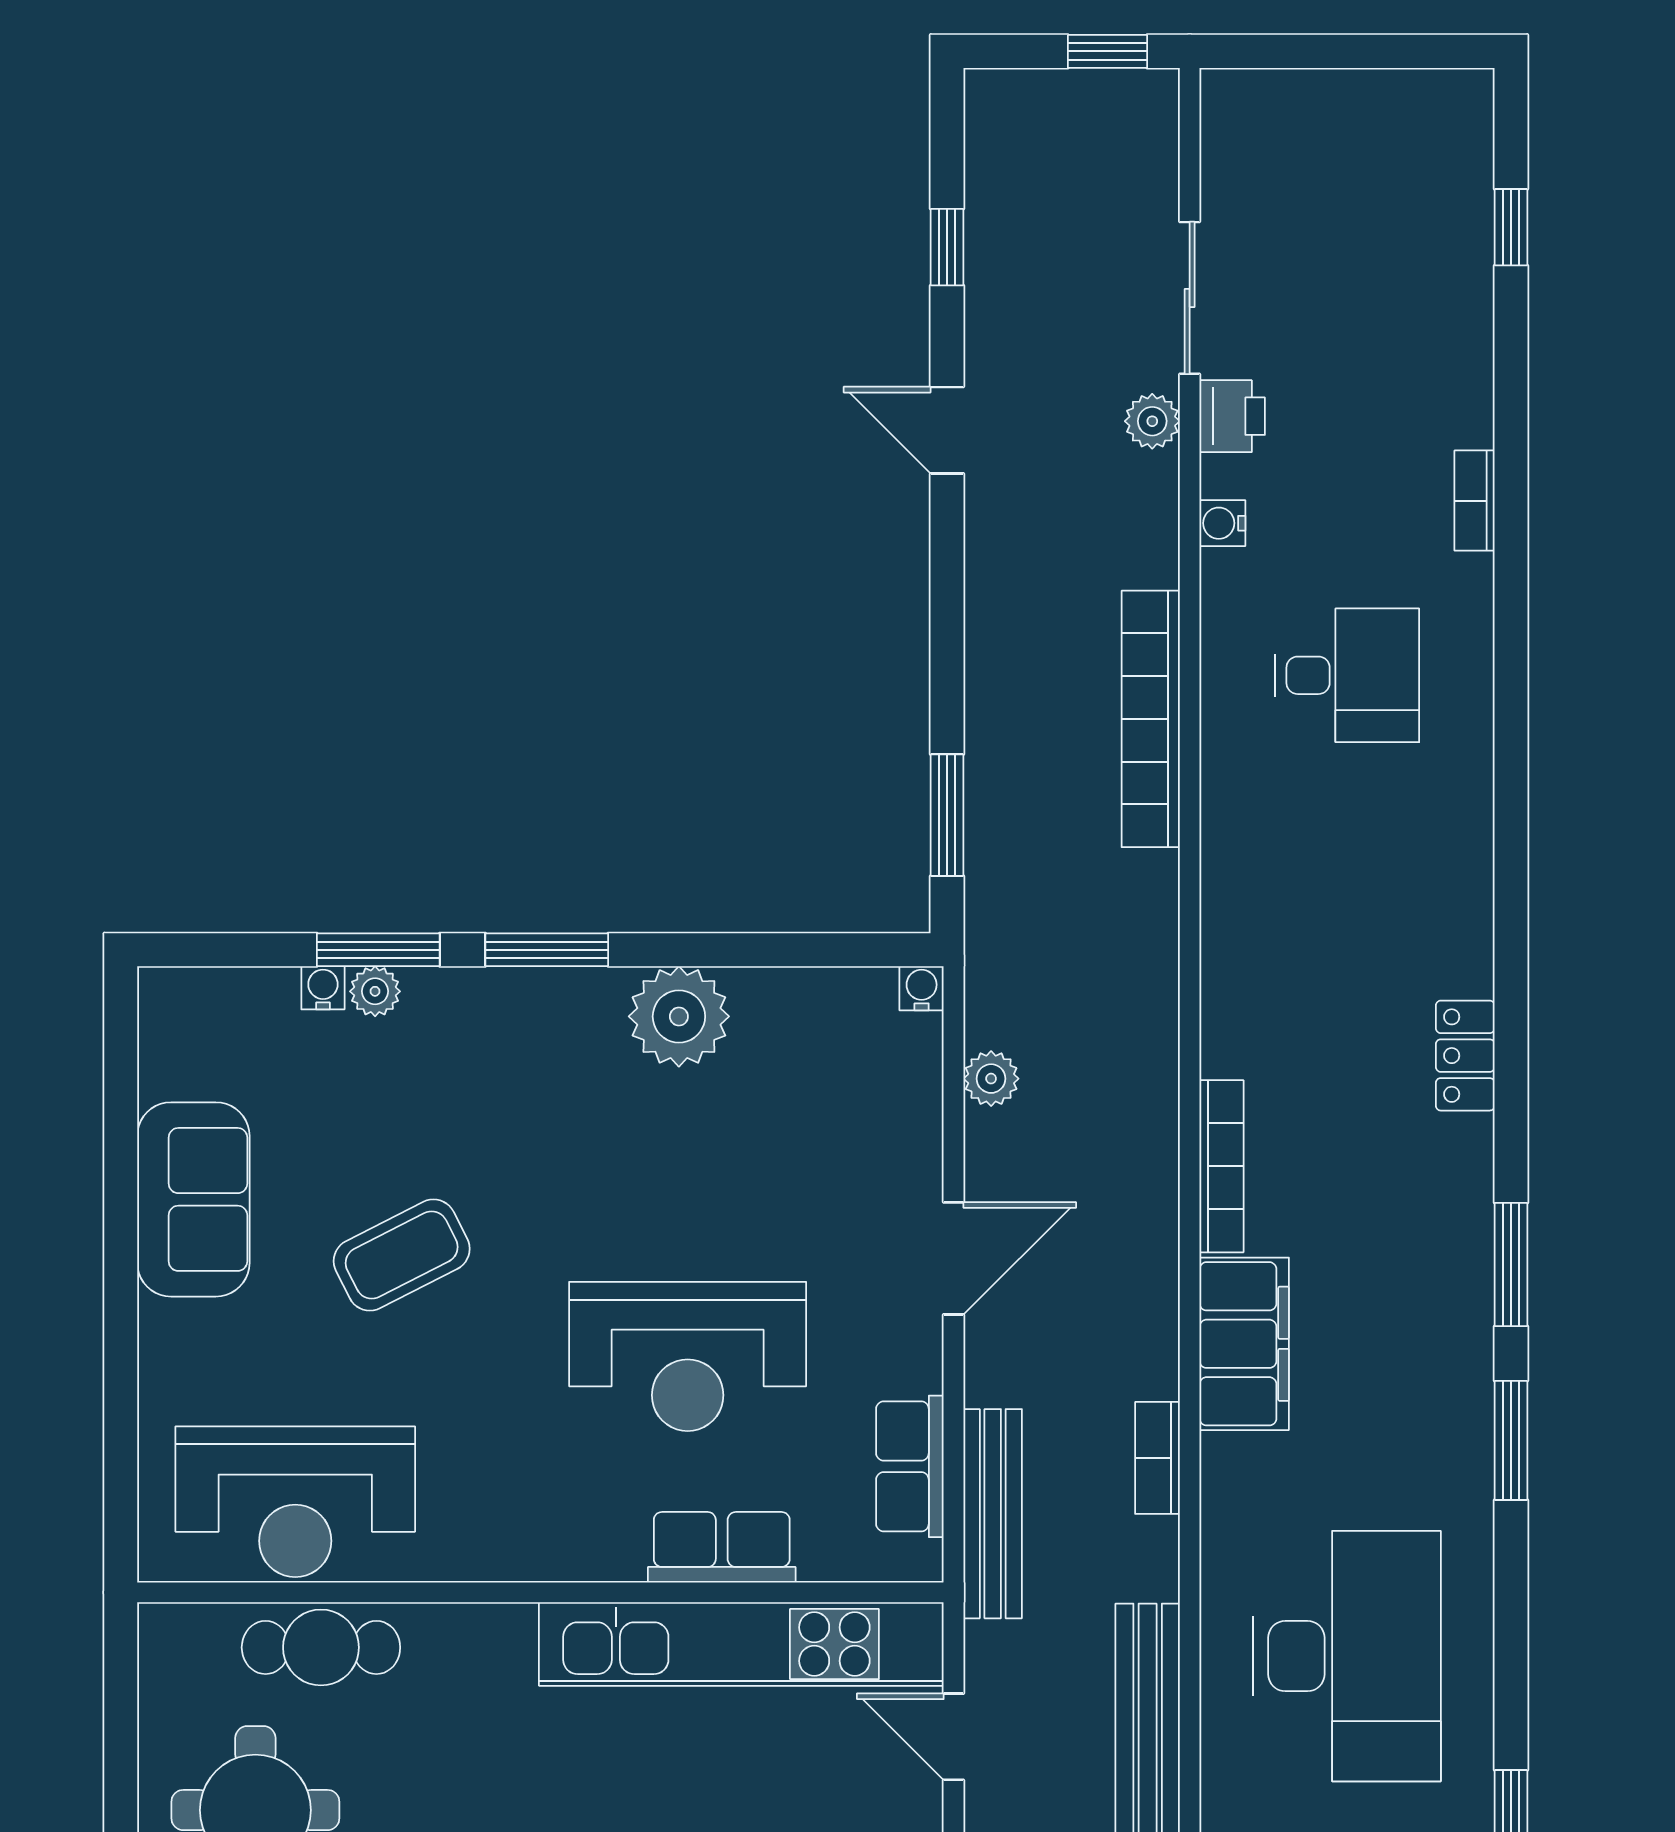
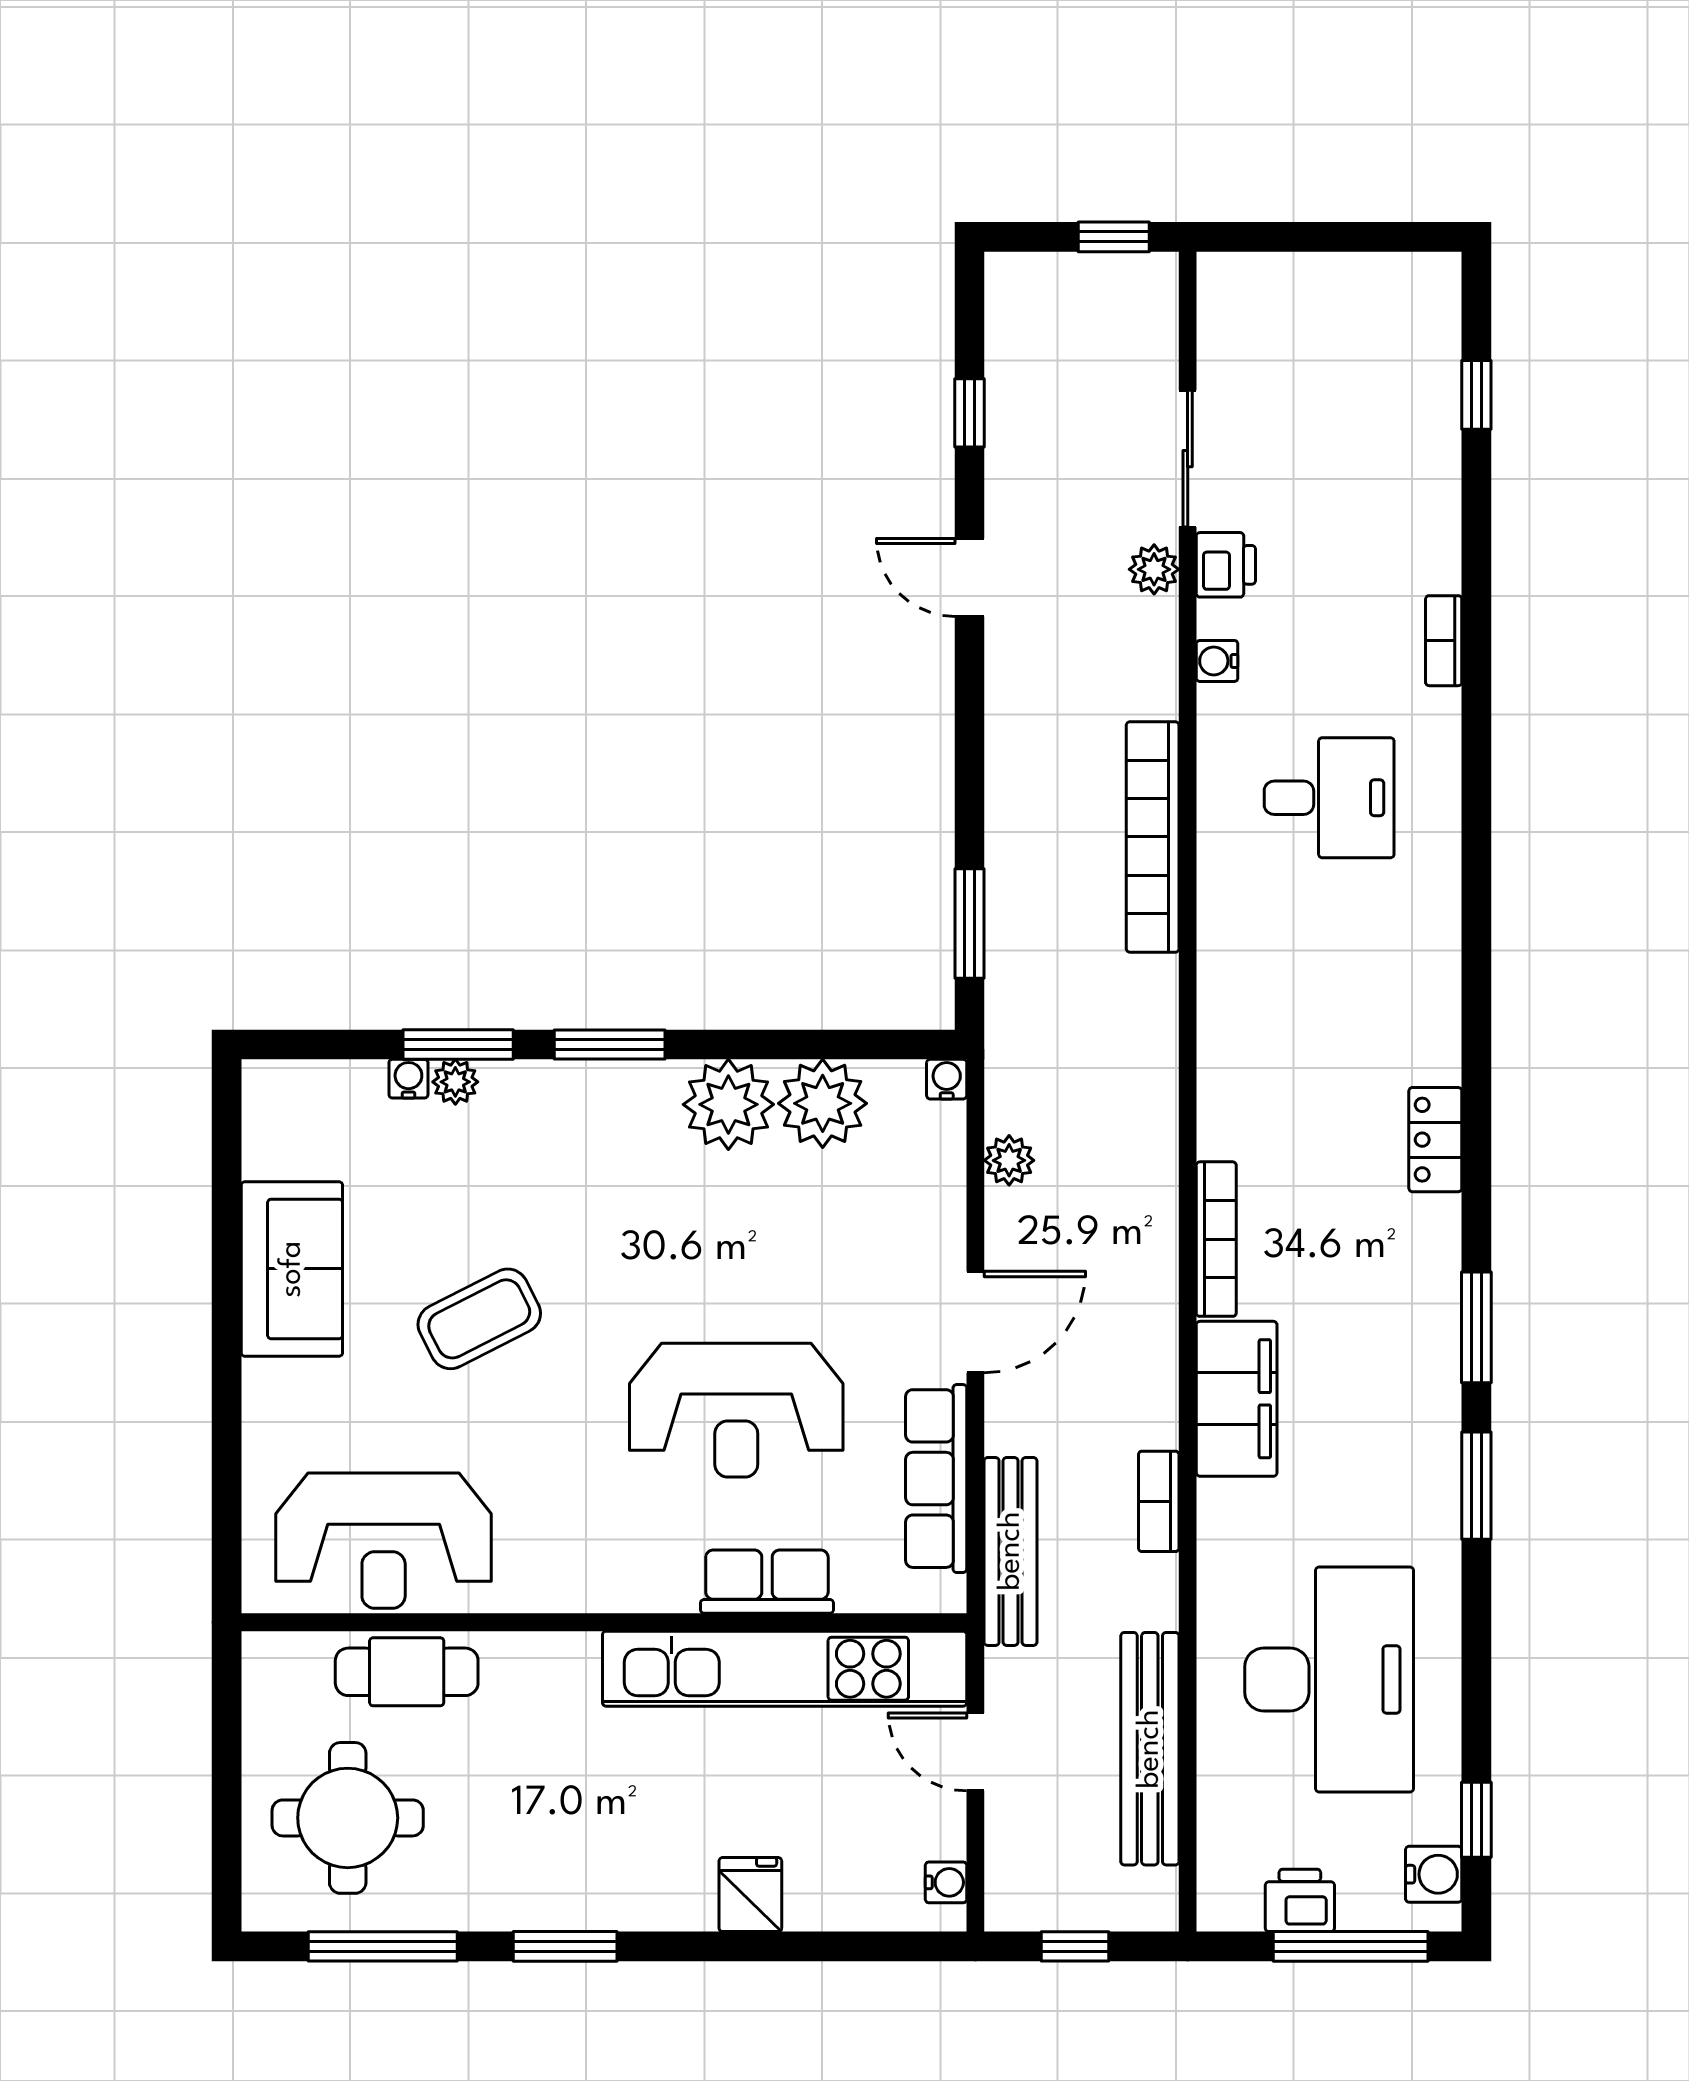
plant: (784, 1015) -> (823, 1103), added
row of seats: (910, 1466) -> (936, 1479), width x1.48

